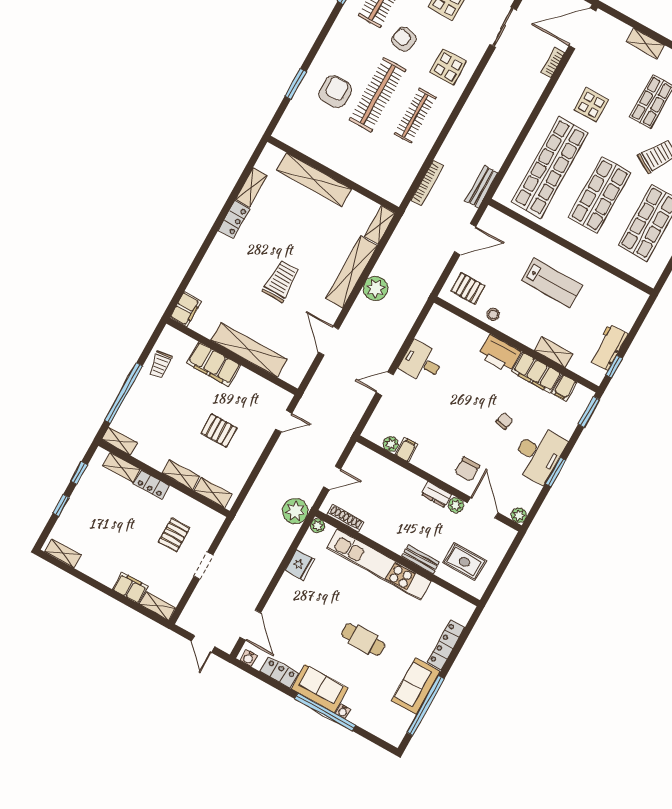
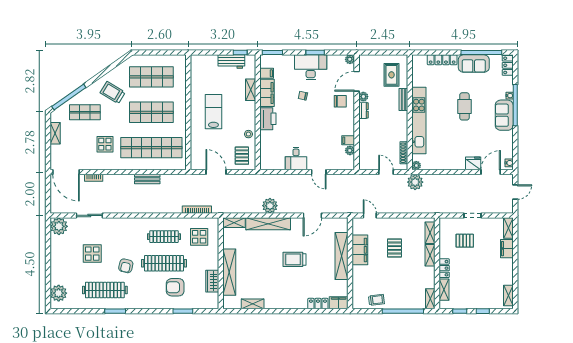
display table: (448, 67) -> (199, 237), moved
wardrobe: (315, 149) -> (212, 281), added
bench: (481, 187) -> (147, 179), moved
locker: (234, 219) -> (318, 304), moved
filing cabinet: (214, 364) -> (360, 250), moved
fridge: (300, 565) -> (473, 163), moved
locker: (279, 672) -> (508, 65), moved

